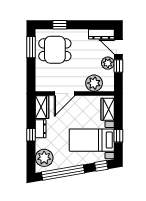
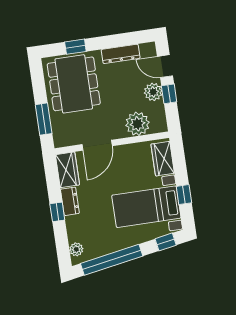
dresser: (101, 34) -> (121, 54), moved
window: (31, 47) -> (44, 119), moved
dining table: (55, 50) -> (74, 84), width x1.38
plant: (44, 158) -> (76, 249), width x0.53, depth x0.53

